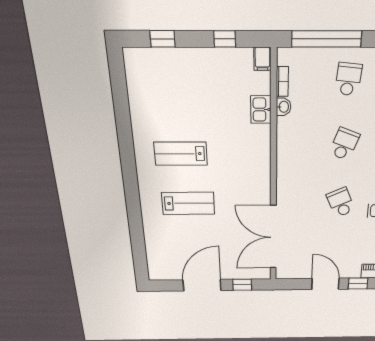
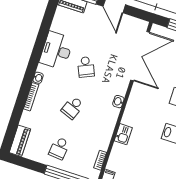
washbasin: (283, 107) -> (118, 102), moved
kitchen sink: (261, 110) -> (123, 134), moved

